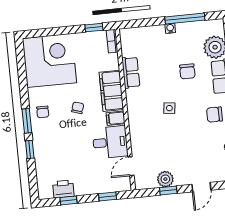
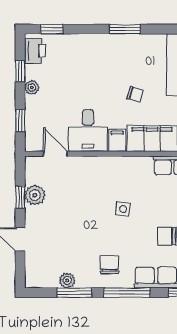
chair: (43, 112) -> (134, 50), removed
window: (30, 149) -> (52, 29), moved
printer: (63, 189) -> (35, 51), moved
plant: (80, 190) -> (32, 87), added

